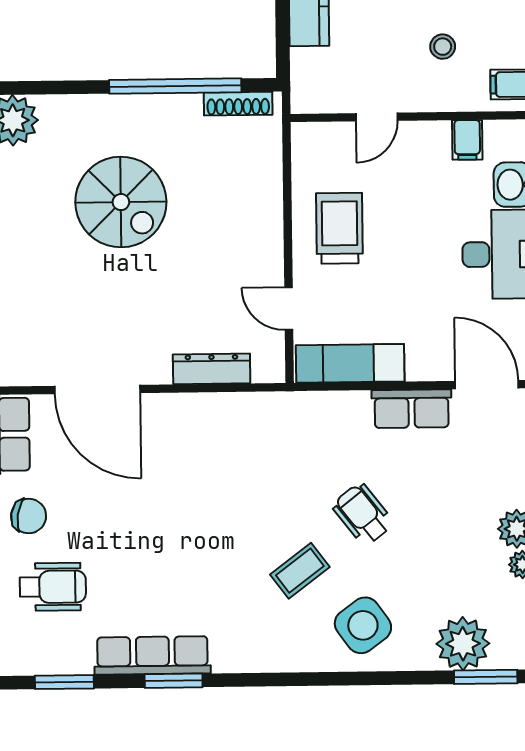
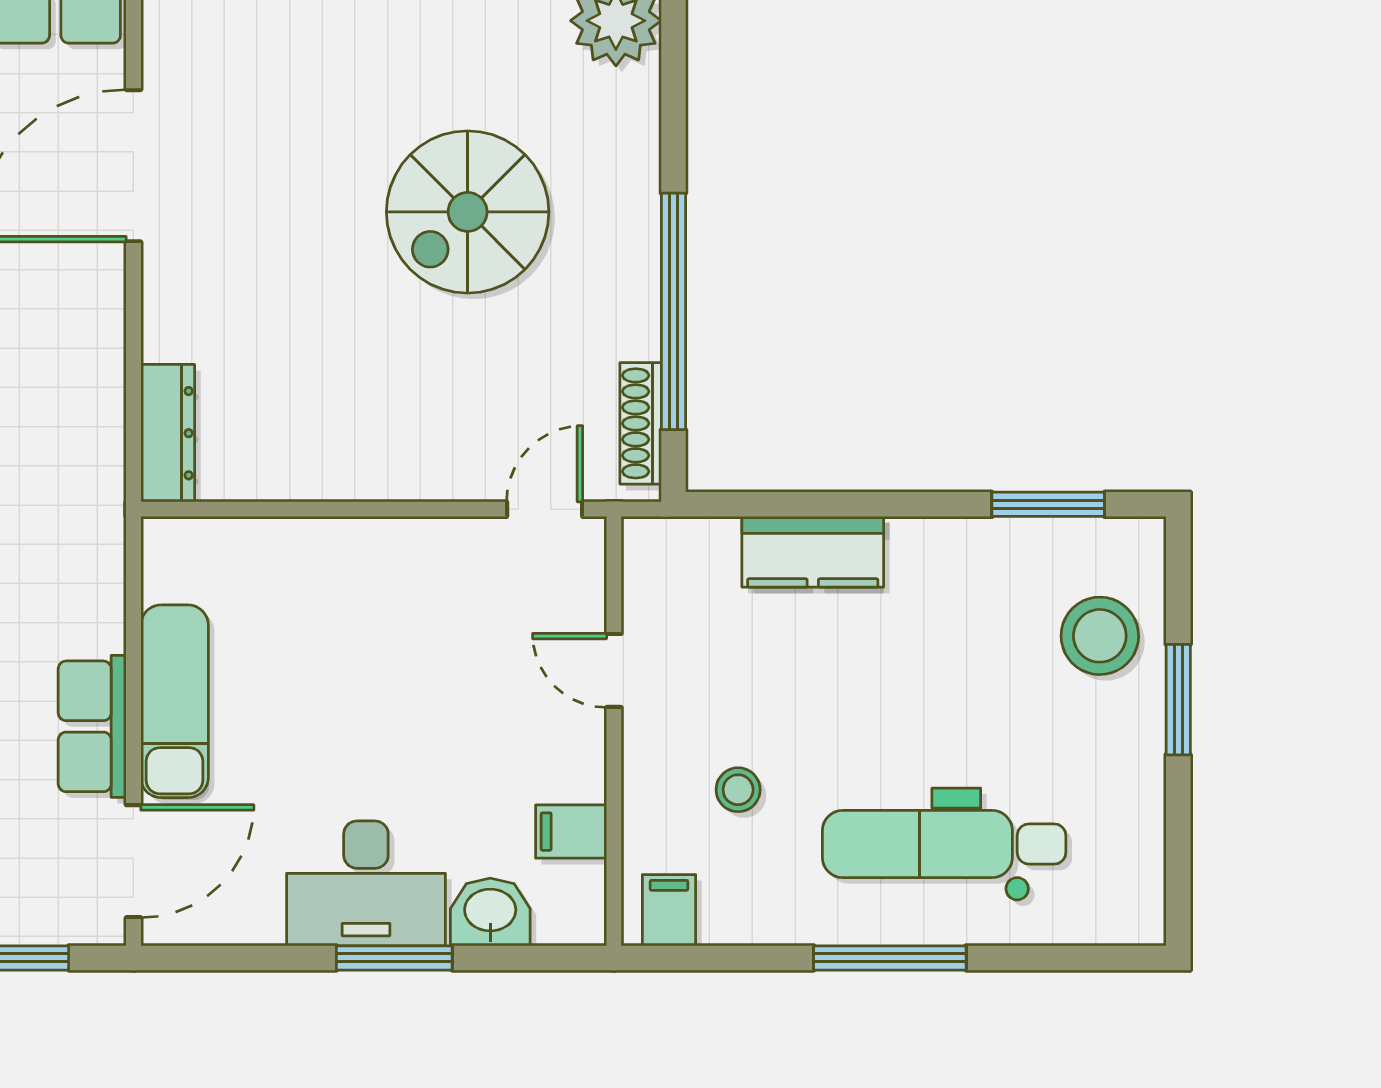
trolley: (340, 228) -> (416, 602), removed
door: (289, 309) -> (545, 509), moved
exam couch: (350, 363) -> (175, 701), moved
dresser: (212, 369) -> (168, 433), moved

